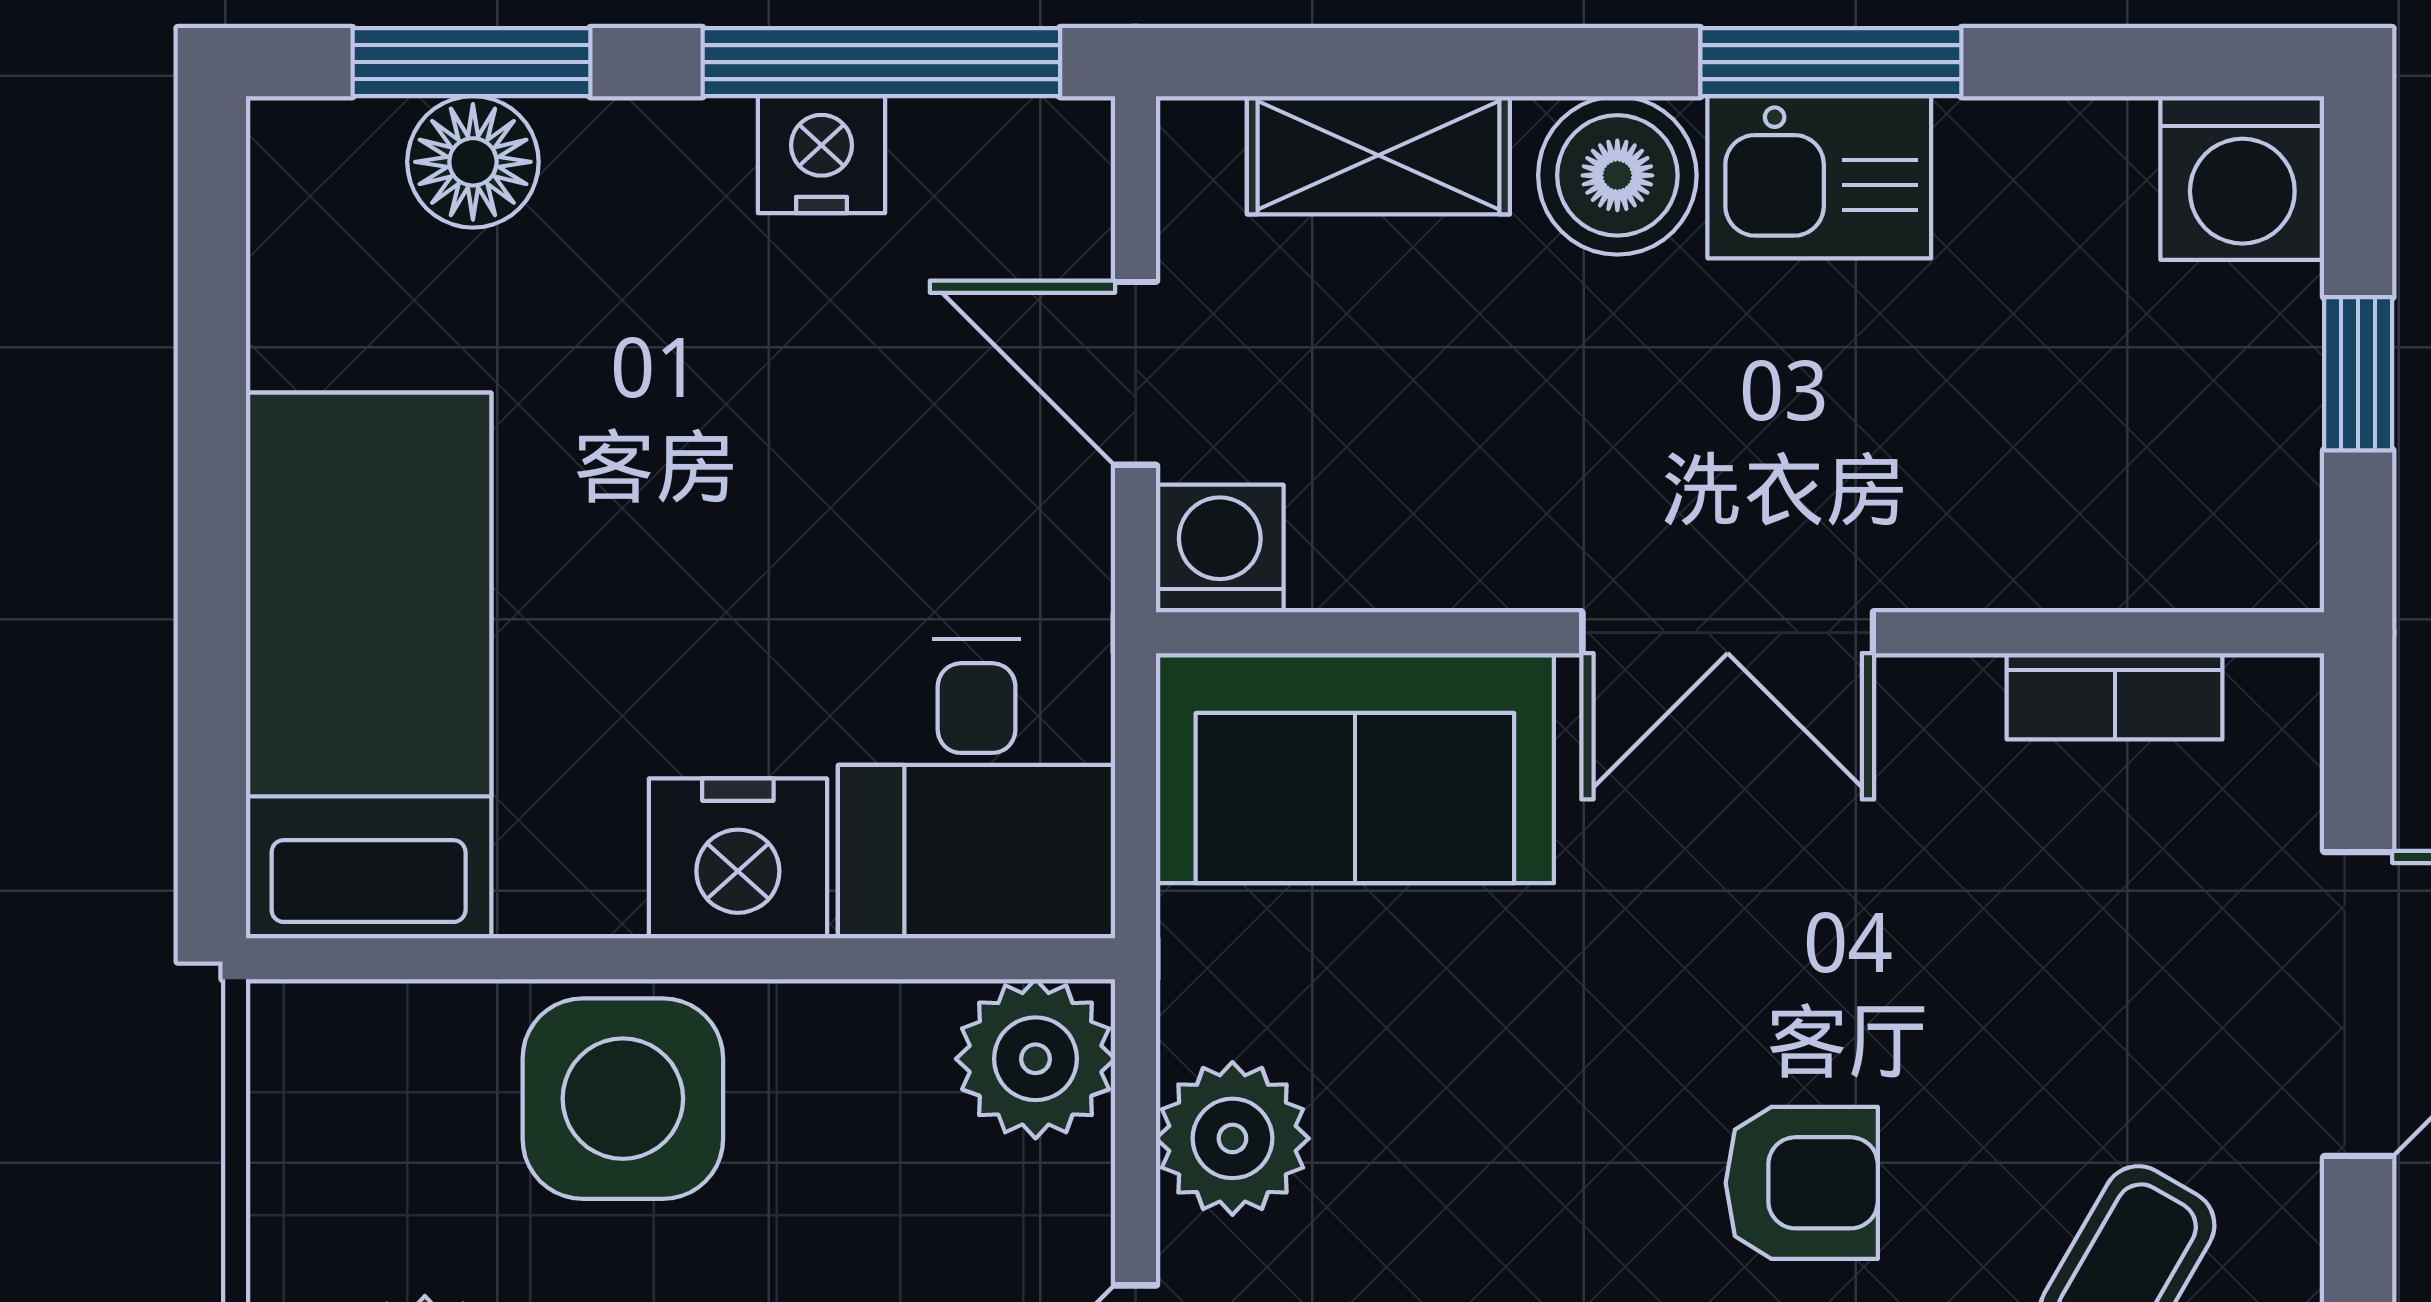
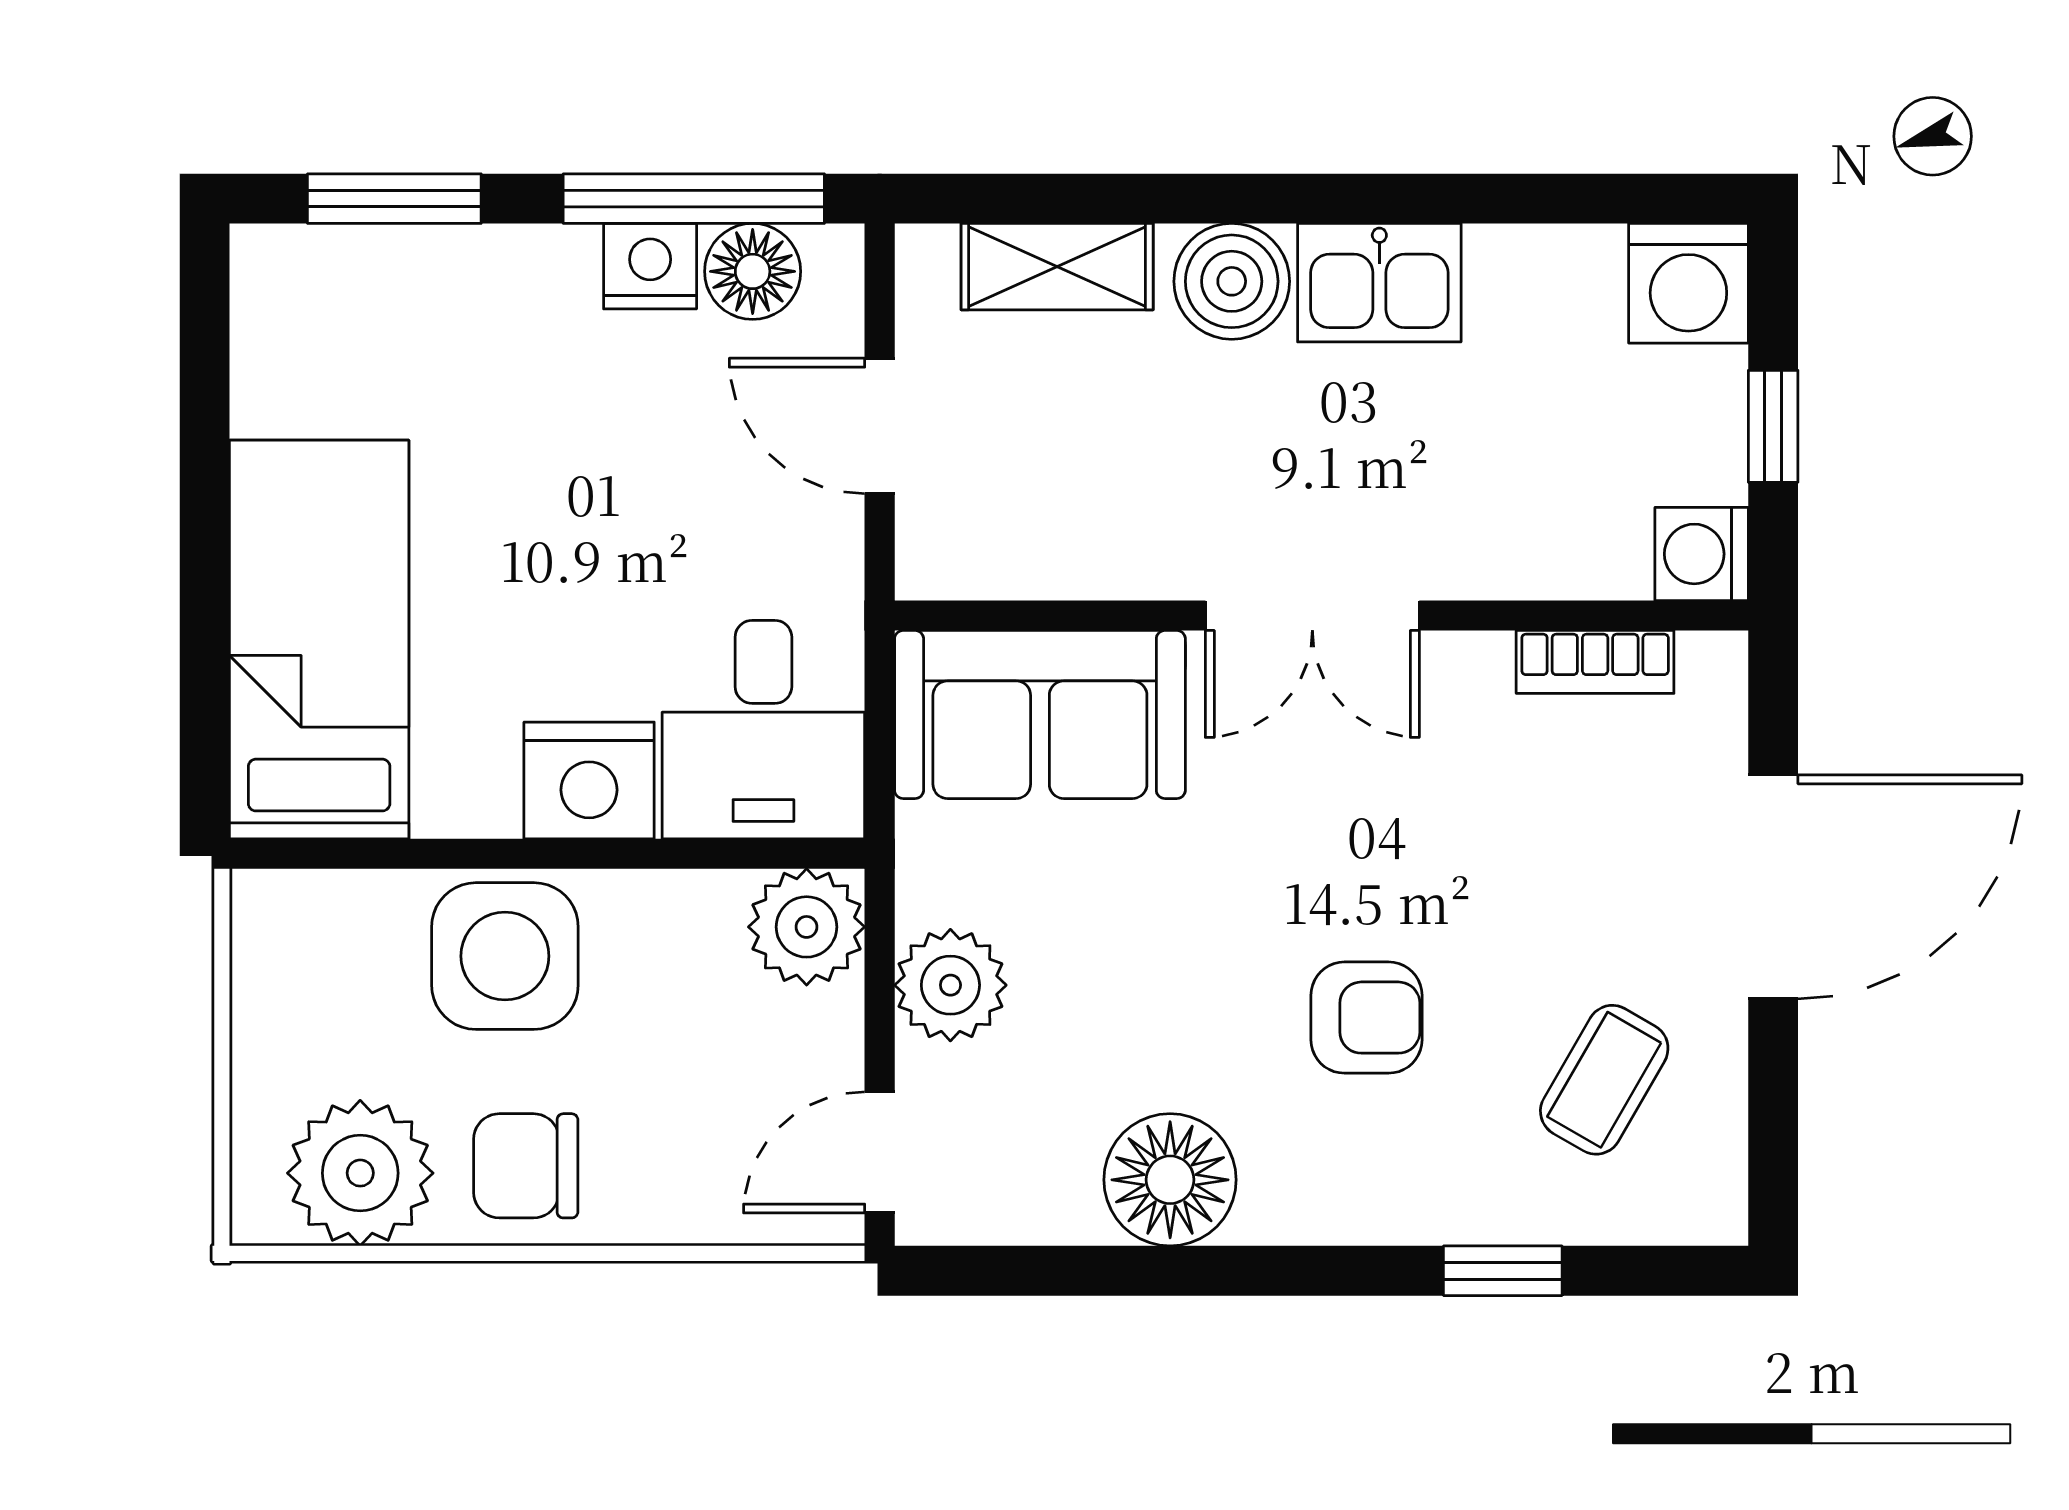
window: (1831, 62) -> (1388, 199), removed
floor lamp: (473, 162) -> (753, 271), moved
washing machine: (1220, 548) -> (1702, 554), moved, turned -90

